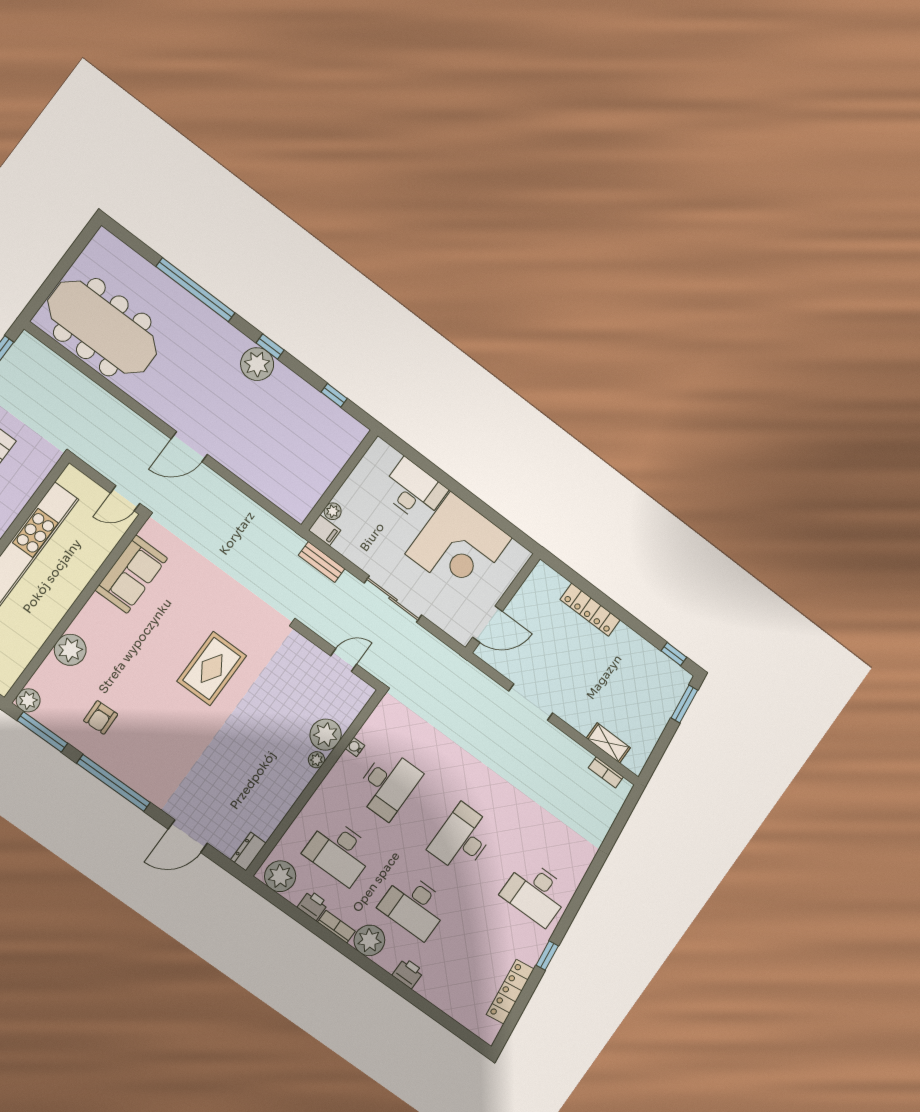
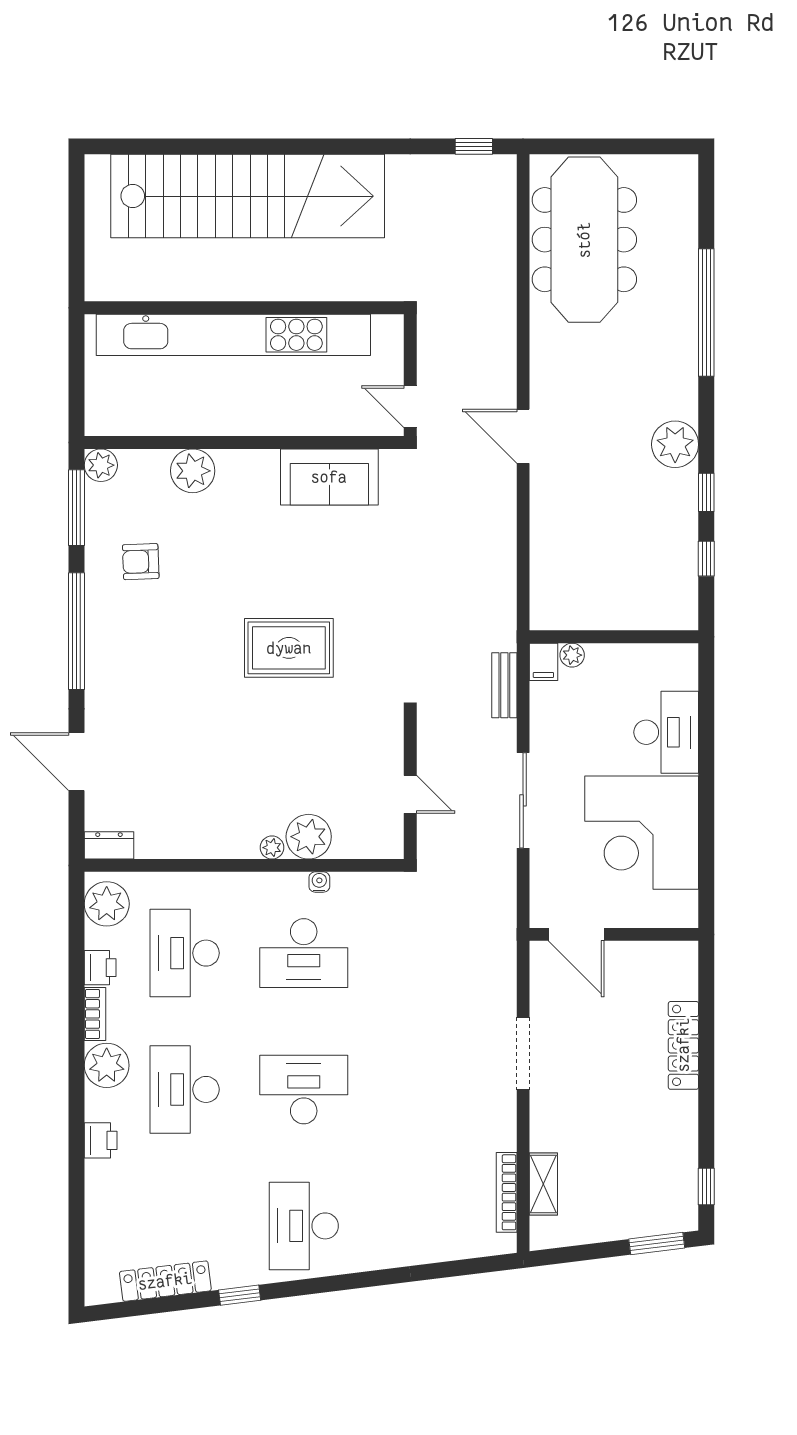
window: (270, 347) -> (706, 492), moved
bookcase: (606, 772) -> (507, 1192), width x1.56

